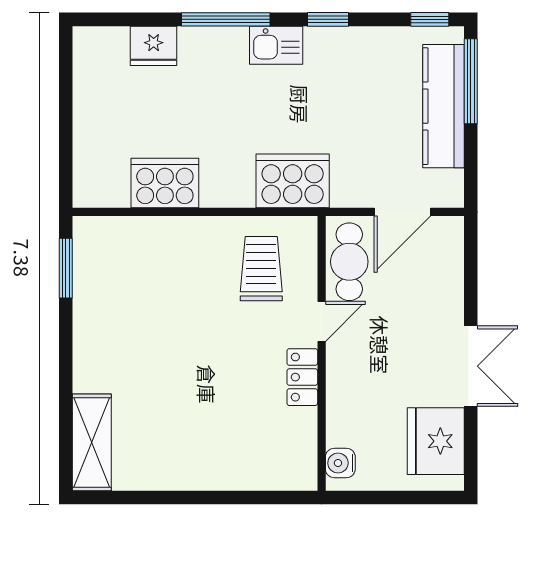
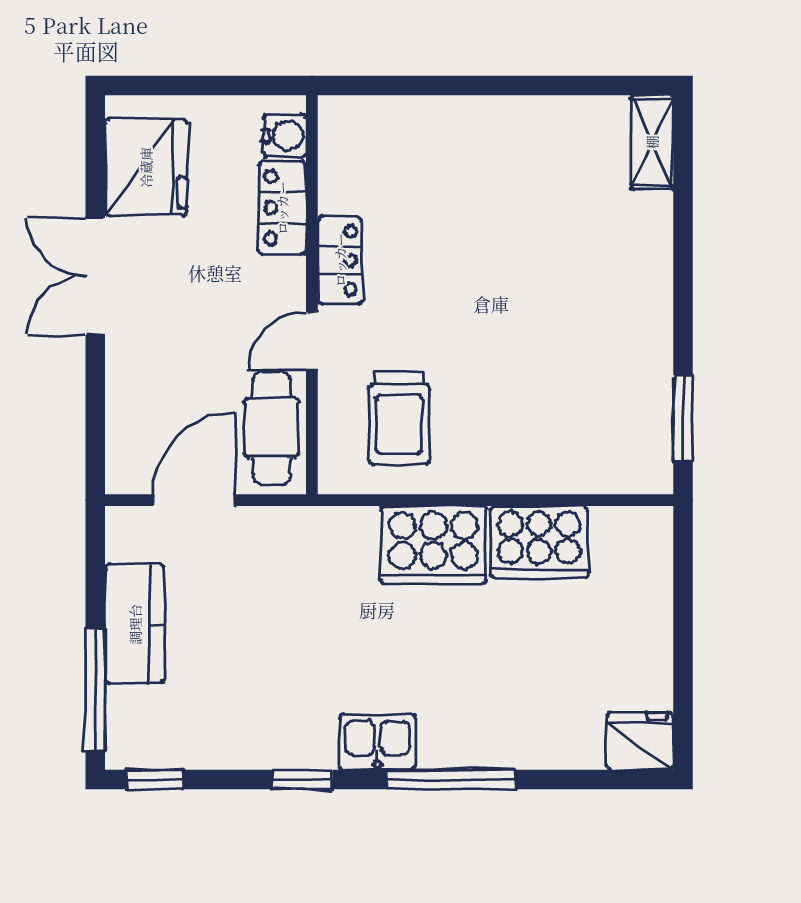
fridge: (154, 46) -> (640, 741), moved
kitchen counter: (443, 106) -> (135, 624), width x0.67
cooker: (293, 181) -> (433, 545), moved
locker: (342, 413) -> (282, 208), added
shelving: (92, 442) -> (652, 142), width x0.67, depth x0.75

